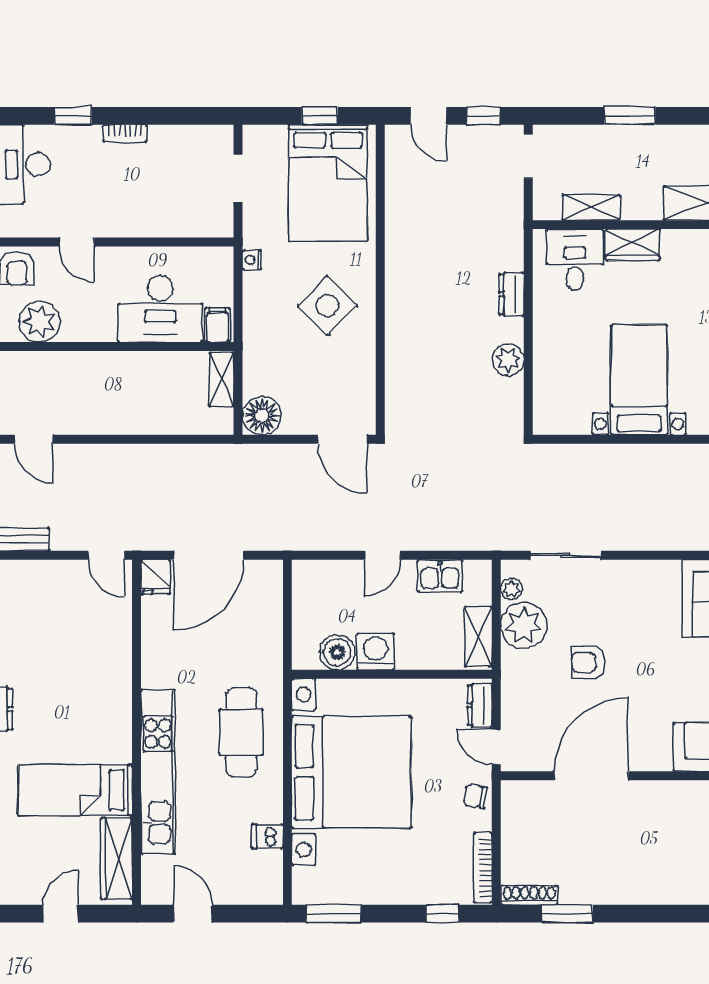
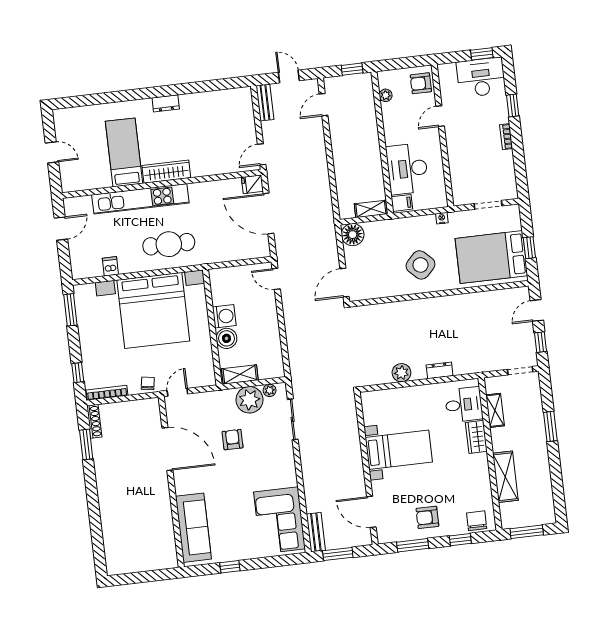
plant: (40, 322) -> (386, 95), width x0.53, depth x0.53
door: (382, 555) -> (276, 279), moved
kitchen sink: (440, 576) -> (272, 348), removed
boiler: (337, 652) -> (227, 338), moved
dresser: (480, 705) -> (200, 380), removed
wardrobe: (117, 859) -> (166, 172), moved

